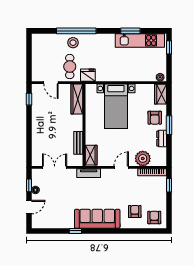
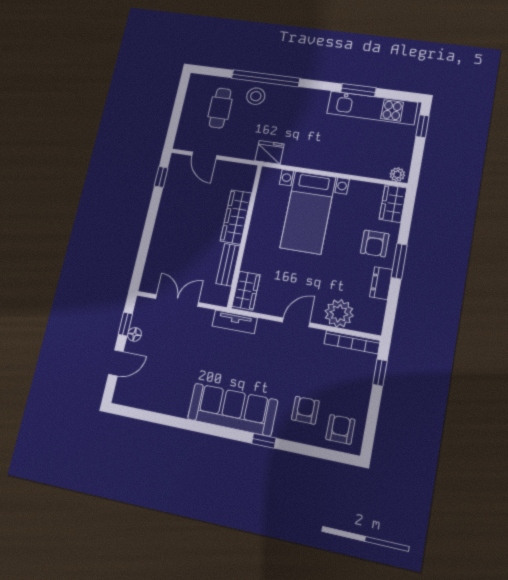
cafe table: (70, 67) -> (220, 108), moved
wardrobe: (77, 99) -> (236, 217), moved
window: (75, 231) -> (264, 441), moved

